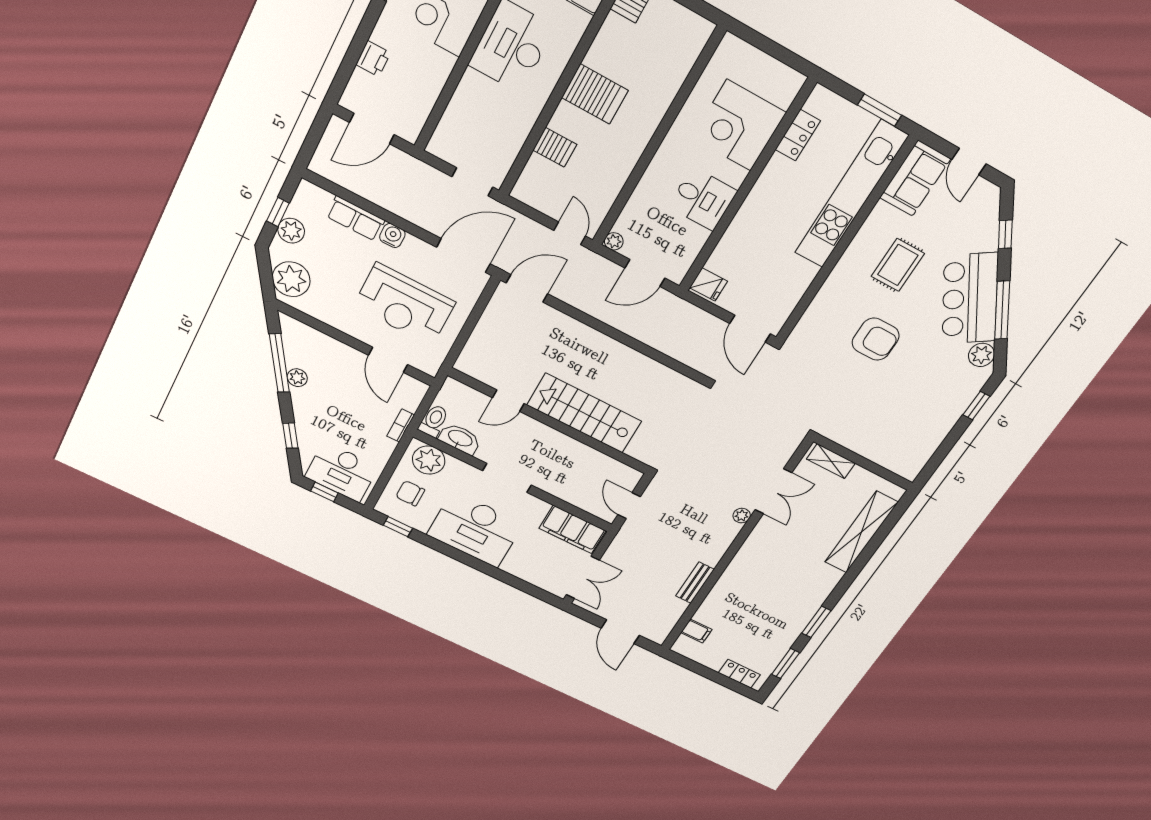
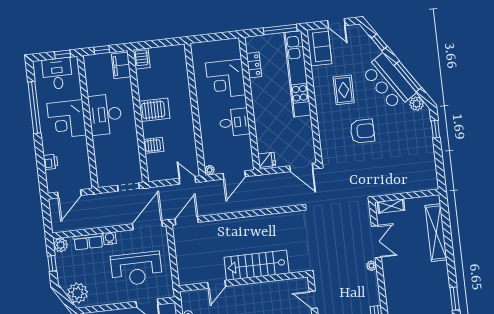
window: (880, 110) -> (280, 30), width x1.44
plant: (291, 231) -> (61, 245), moved

